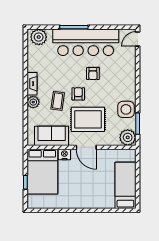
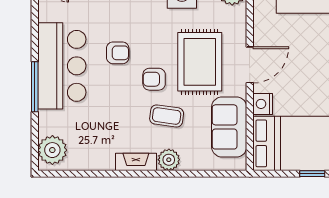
bar counter: (86, 42) -> (62, 66), width x0.73

